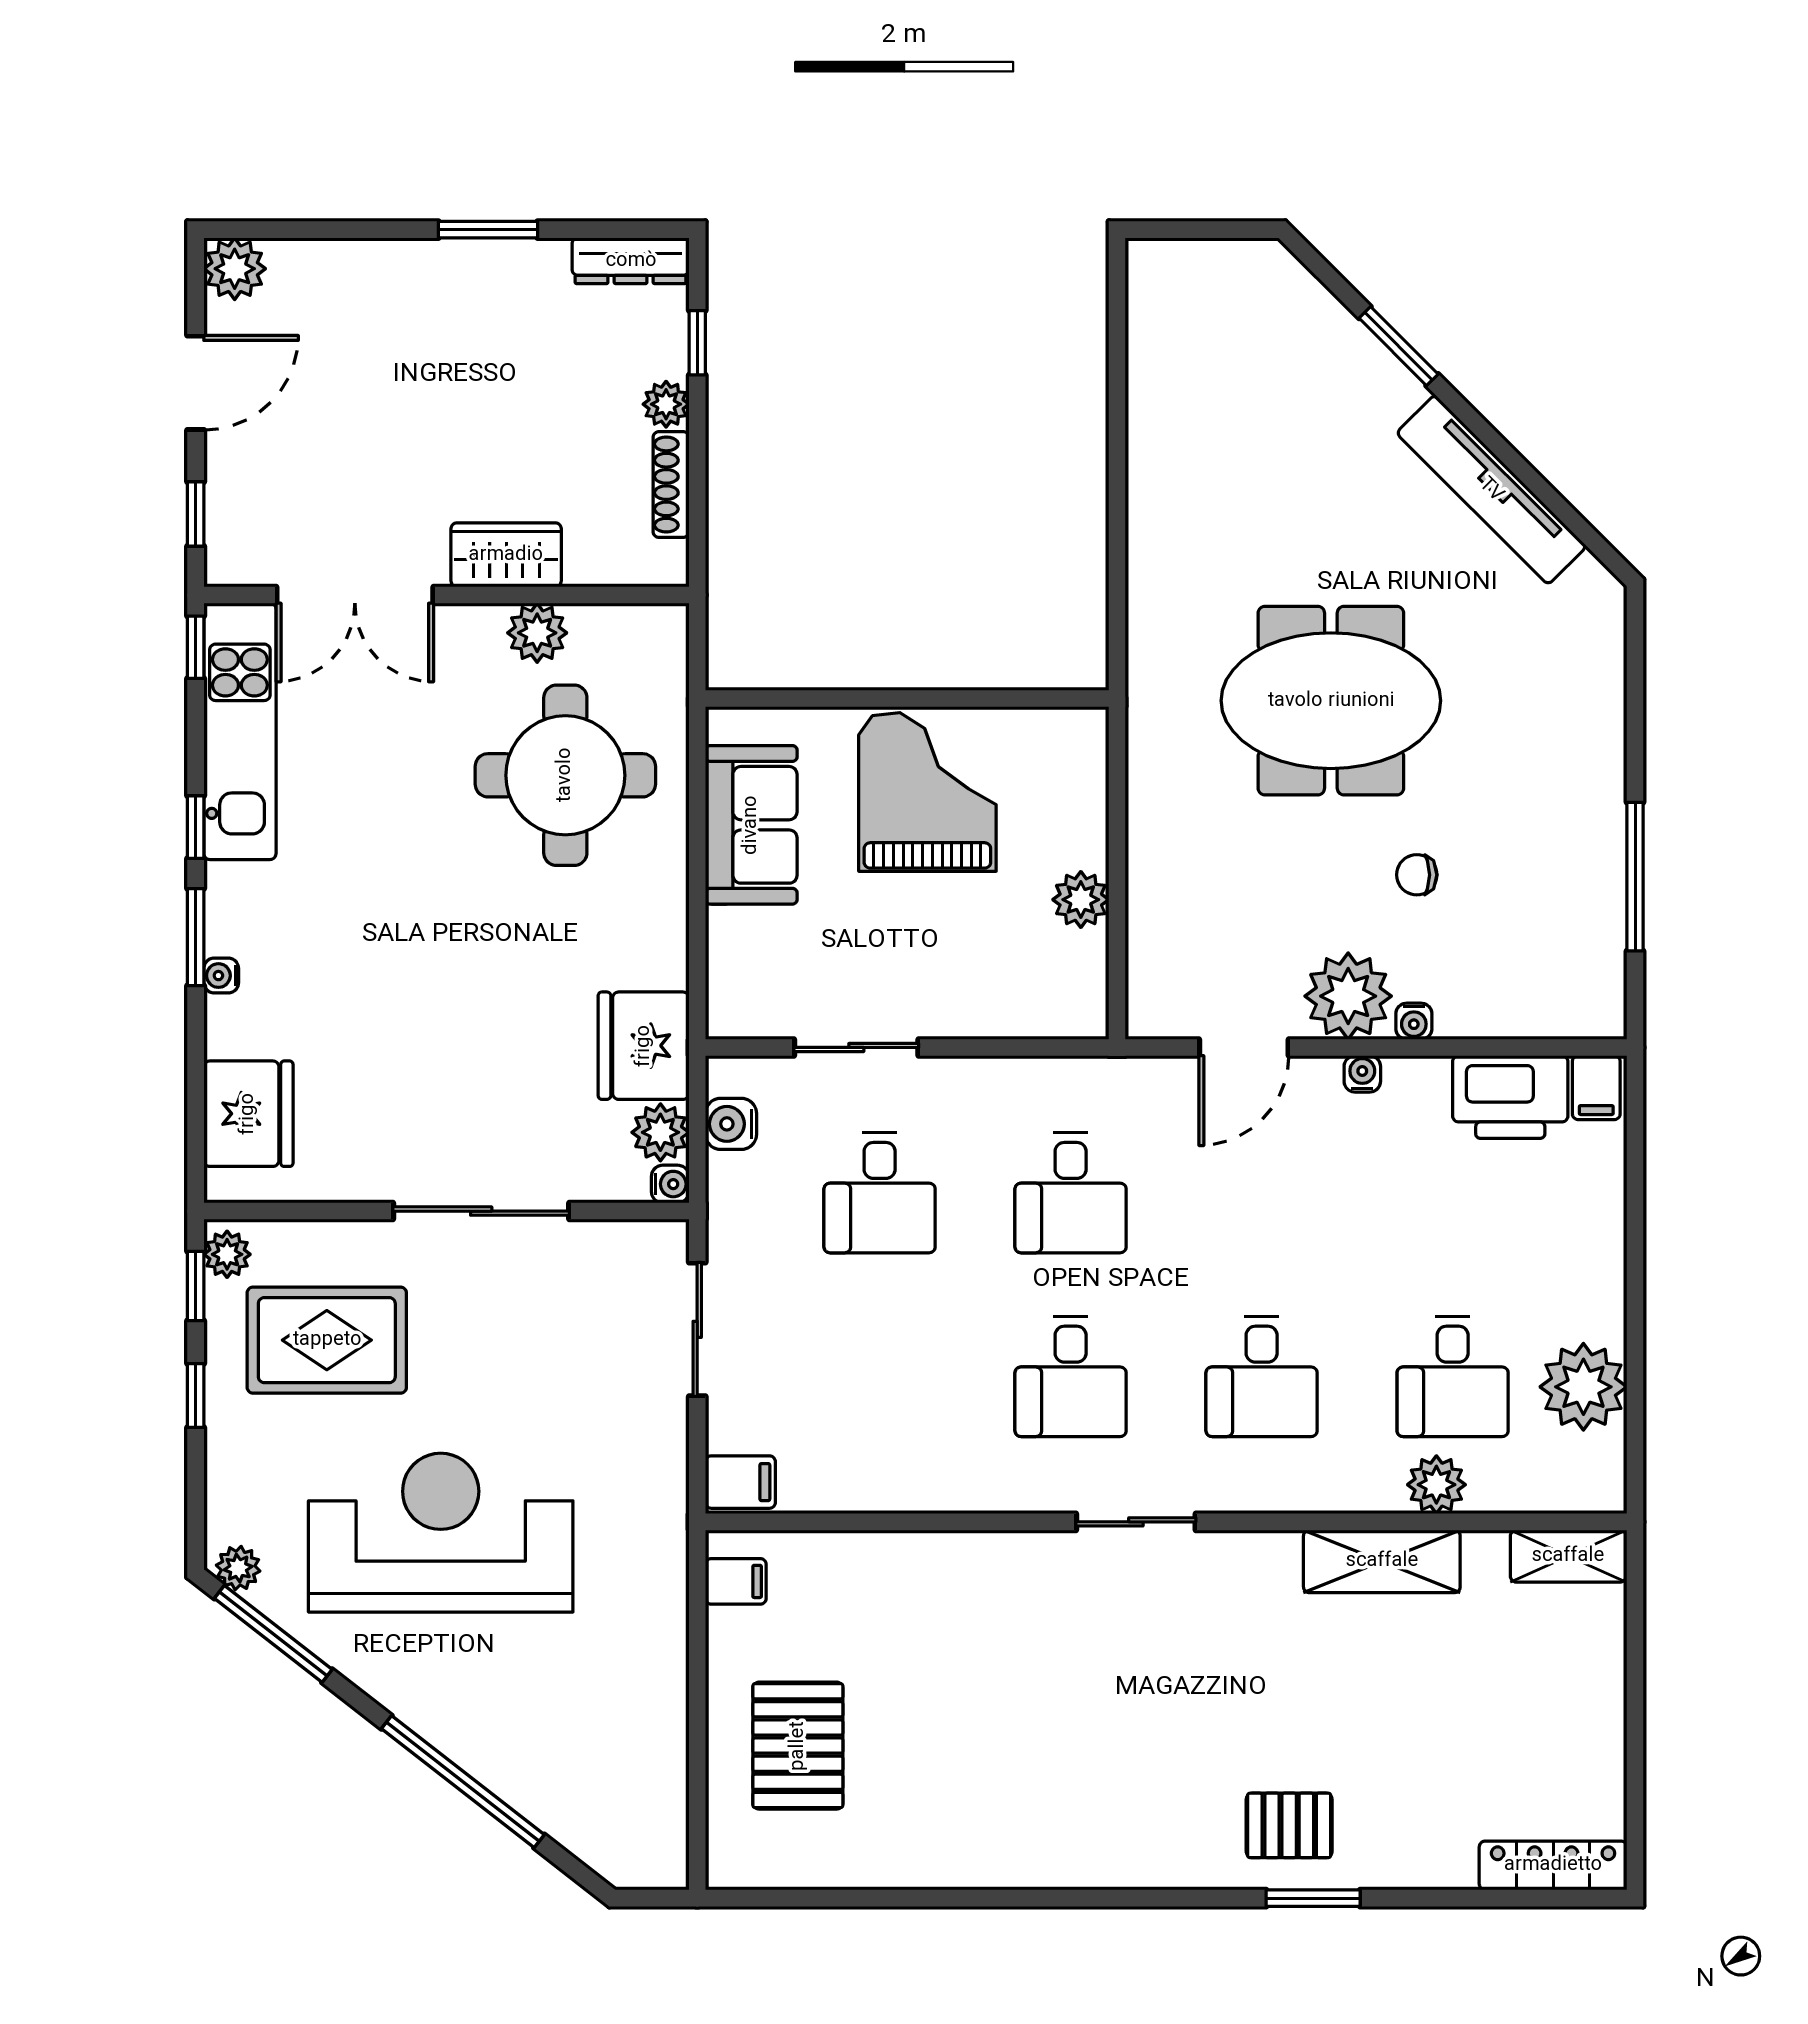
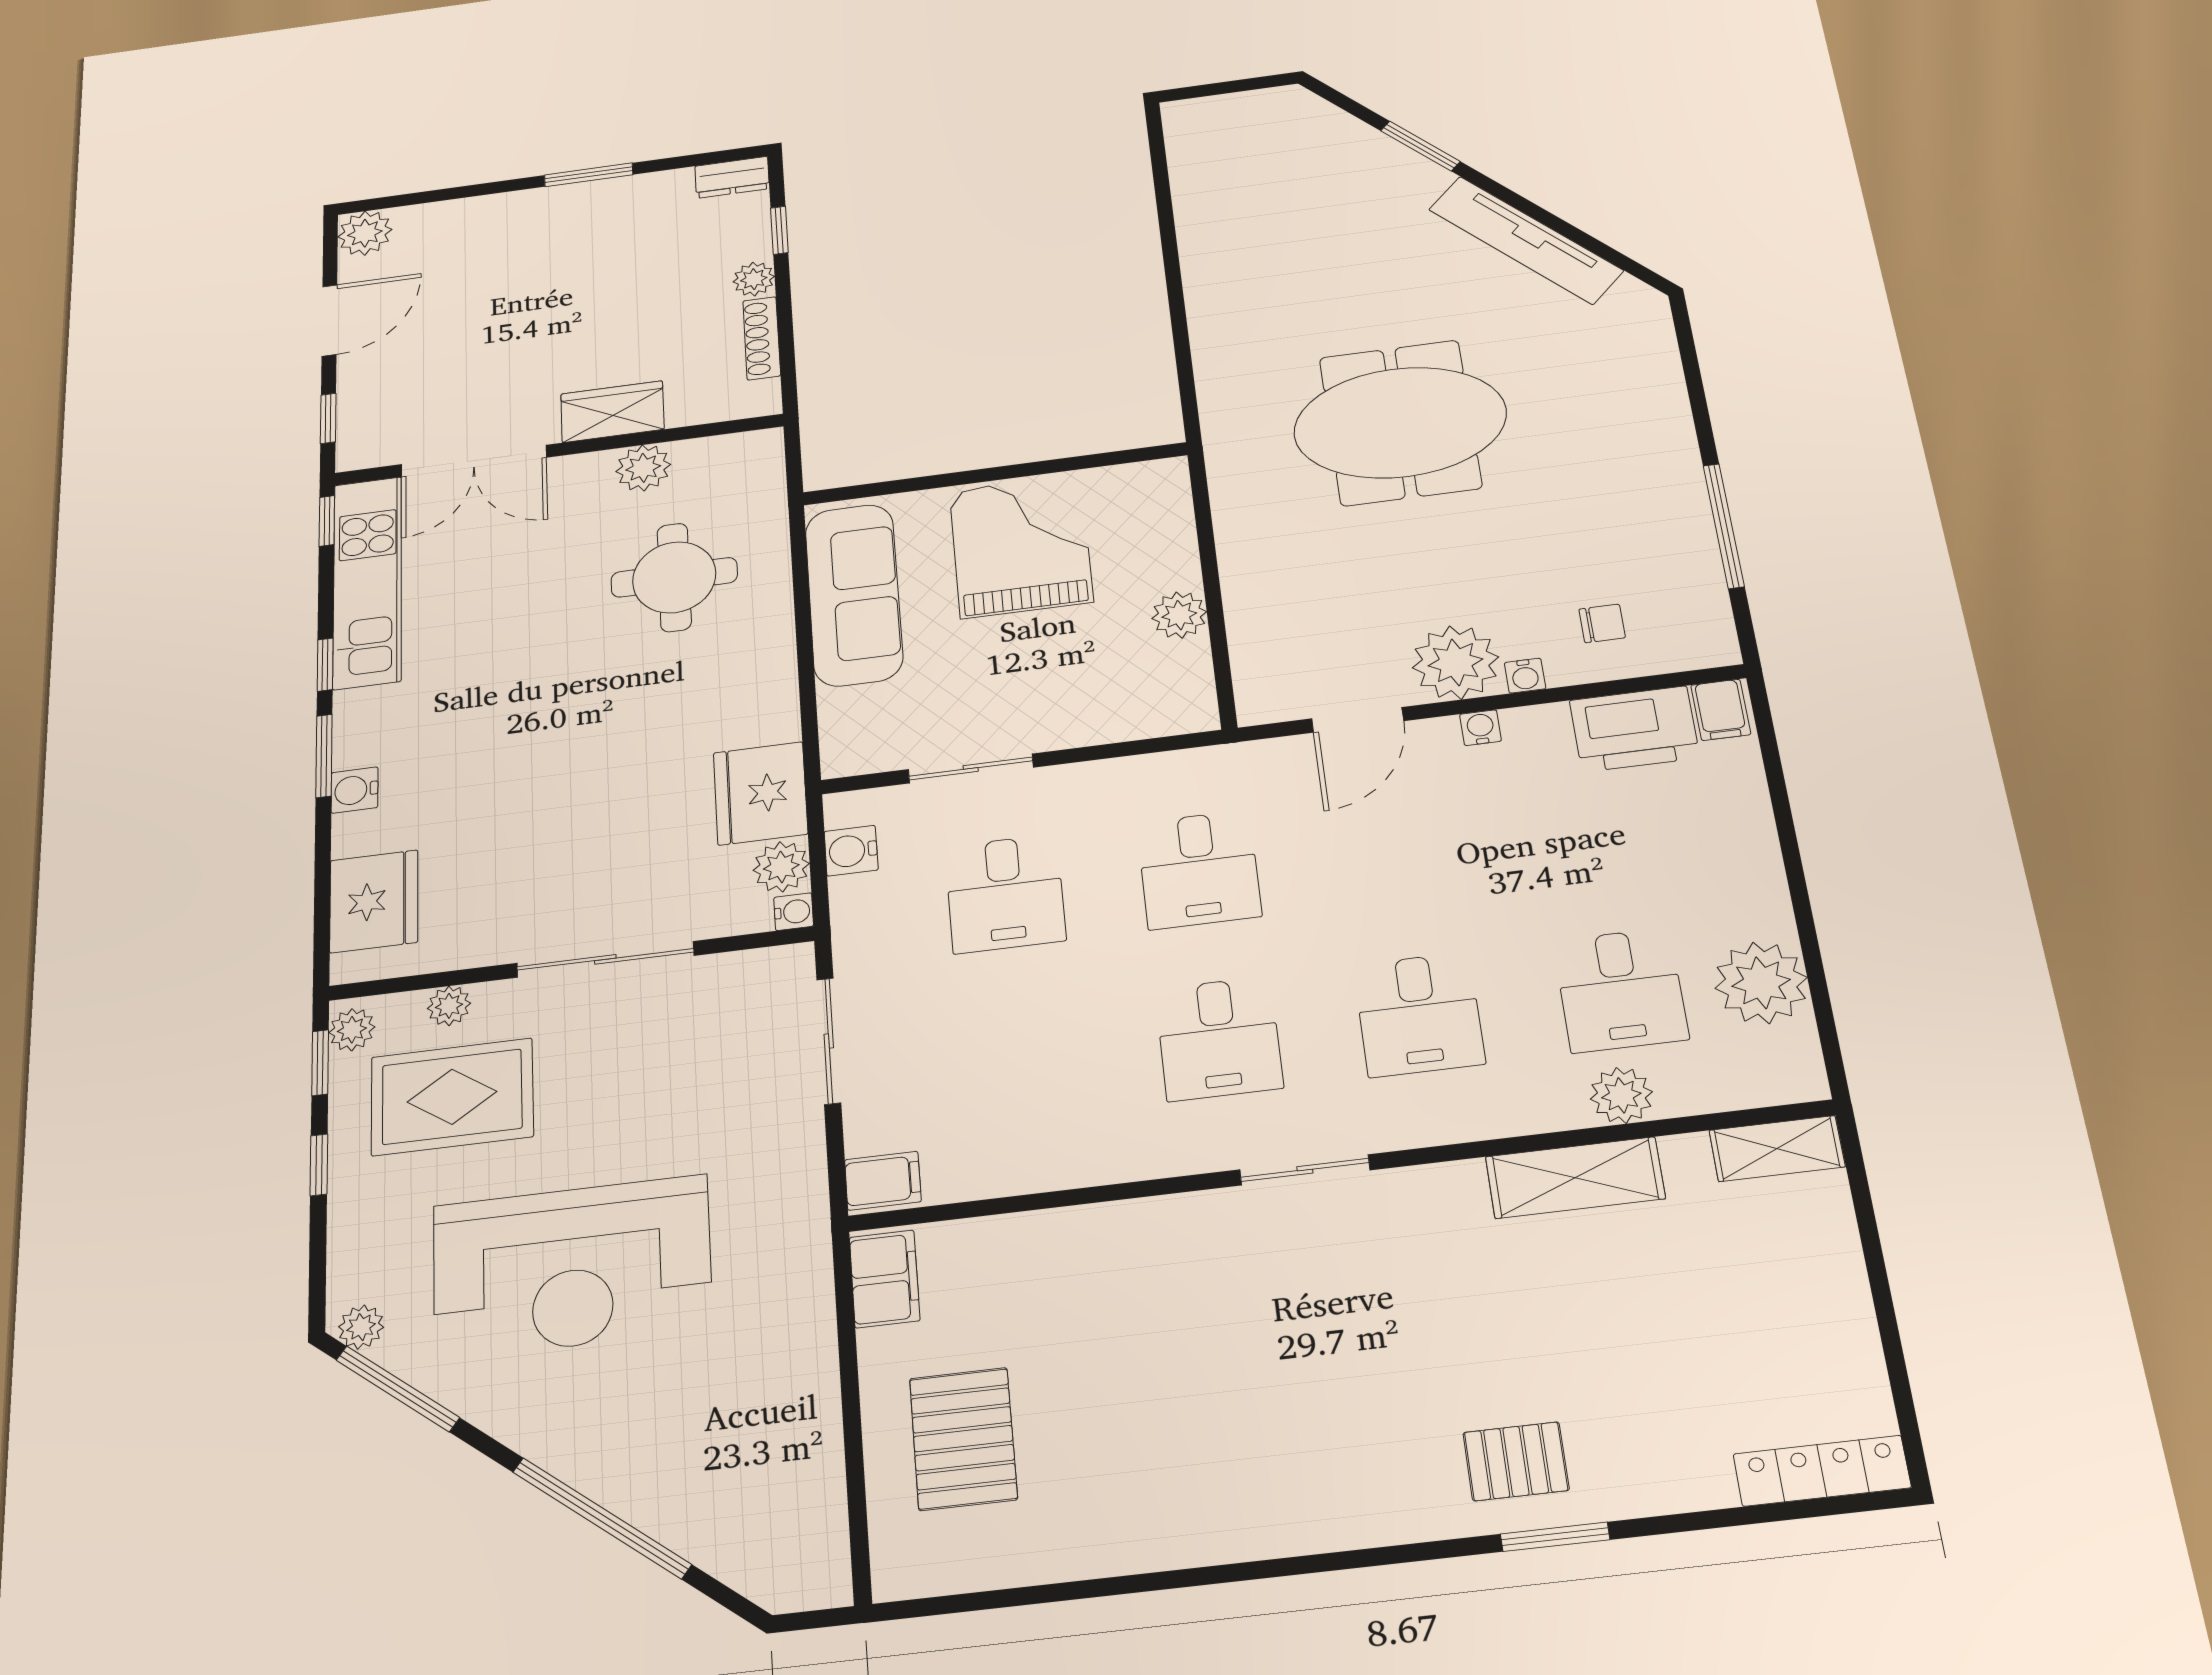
dresser: (631, 261) -> (732, 177), width x0.70
round table: (565, 775) -> (674, 577), width x0.73, depth x0.73
sofa: (751, 825) -> (854, 595), width x1.36
chair: (1417, 875) -> (1602, 623), moved, turned 180
water cooler: (221, 976) -> (355, 790), width x1.38, depth x1.38
plant: (324, 1241) -> (449, 1006), added
reception desk: (441, 1533) -> (572, 1267), turned 180
filing cabinet: (736, 1581) -> (885, 1279), width x2.00

